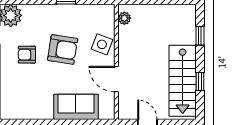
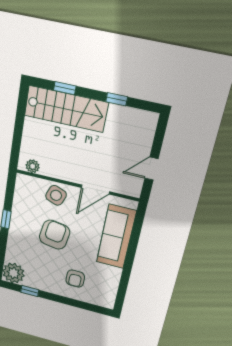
armchair: (27, 55) -> (75, 279), moved
stairs: (183, 81) -> (66, 109), moved
sofa: (76, 107) -> (116, 237), width x1.36

